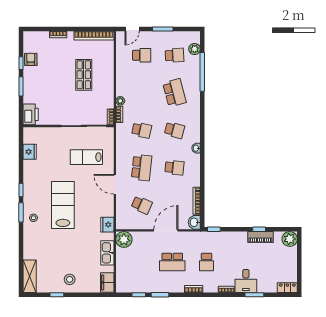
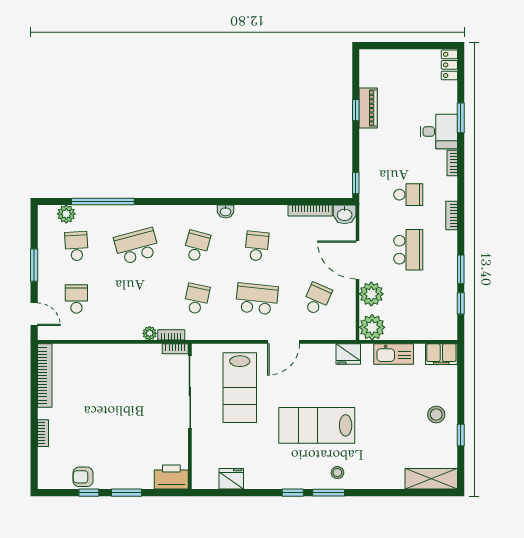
shop shelf: (84, 75) -> (108, 392), removed
lab bench: (86, 157) -> (240, 388), width x1.36, depth x1.39
plant: (290, 239) -> (371, 294), moved

